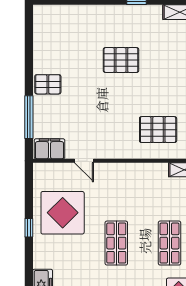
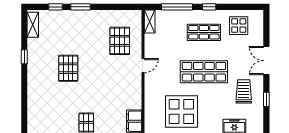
door: (84, 161) -> (143, 66), moved
shop shelf: (116, 243) -> (204, 72), width x1.43, depth x1.36

